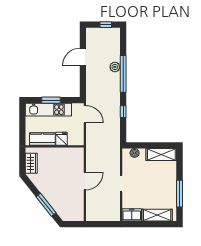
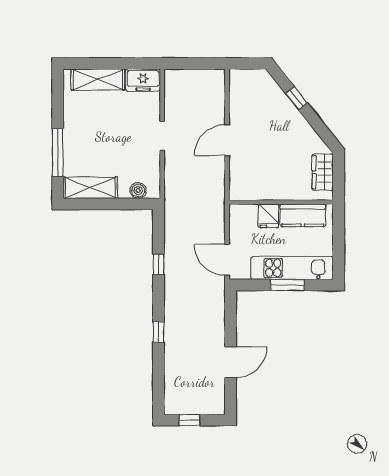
plant: (115, 67) -> (173, 344), removed
window: (123, 74) -> (159, 332), width x0.32
window: (180, 194) -> (58, 152), moved
window: (46, 205) -> (296, 98), width x0.46

